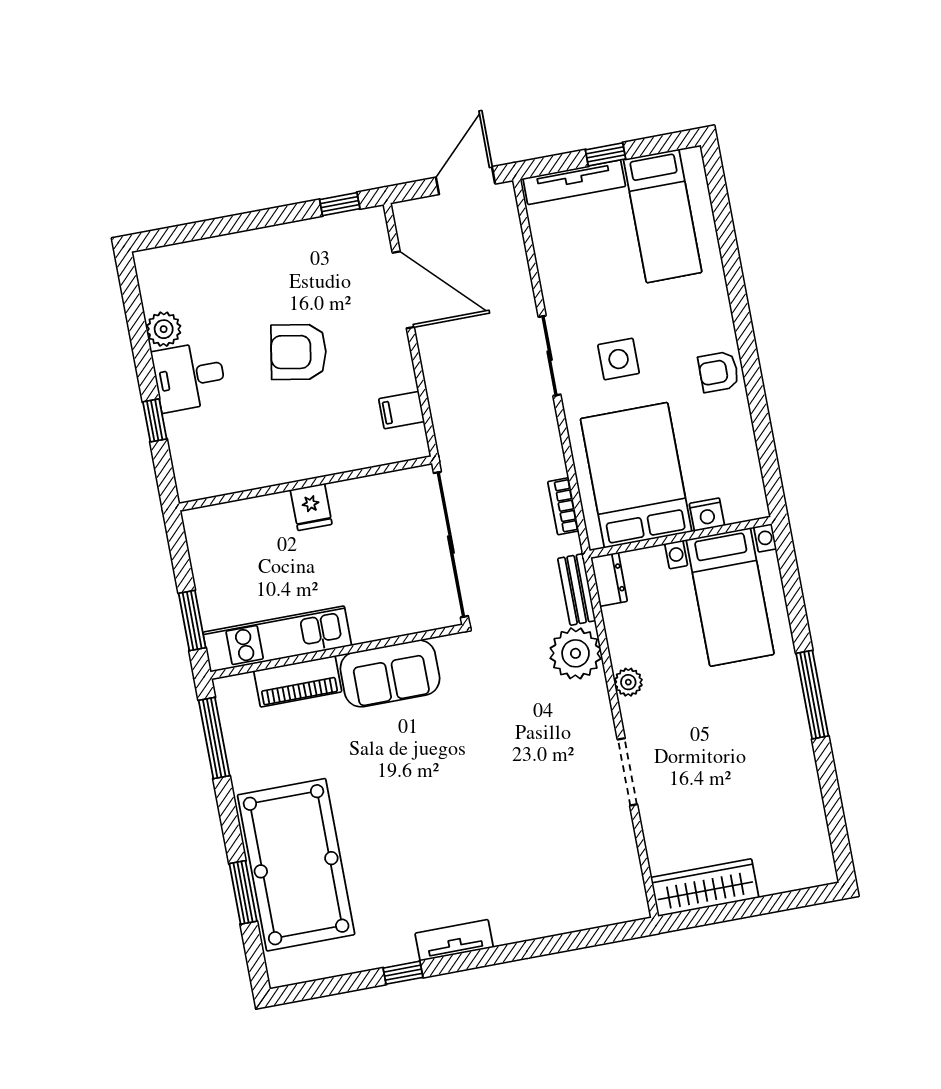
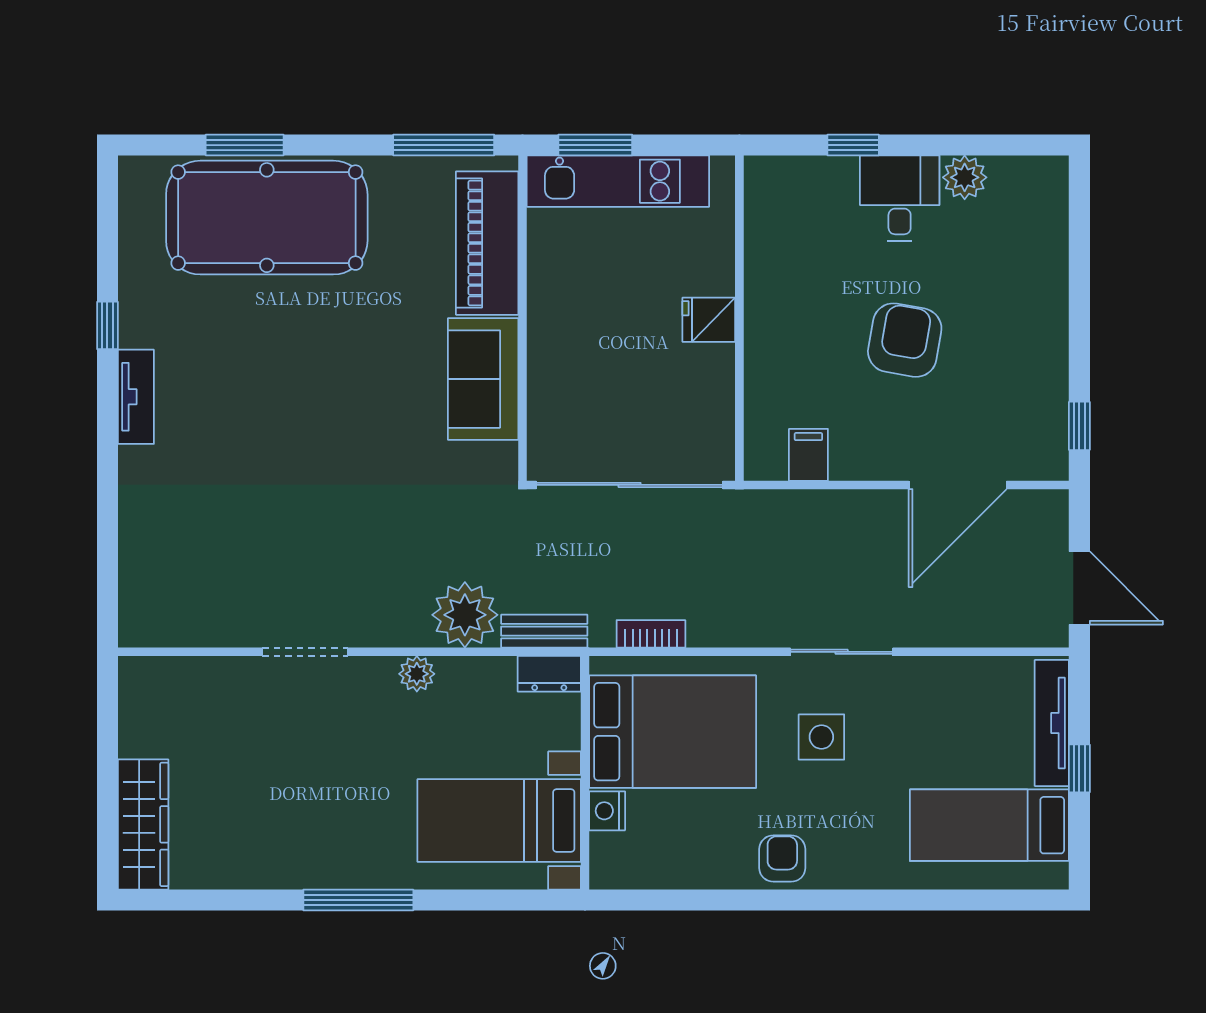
kitchen unit: (277, 639) -> (618, 181), moved, turned 90
piano: (298, 681) -> (487, 243), width x1.37, depth x1.33
wardrobe: (705, 888) -> (143, 824), moved

